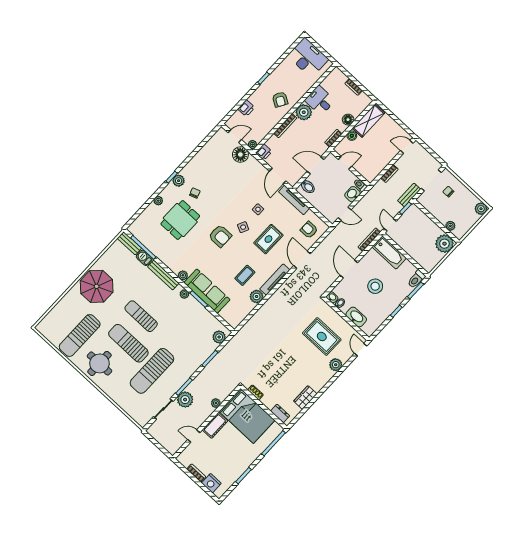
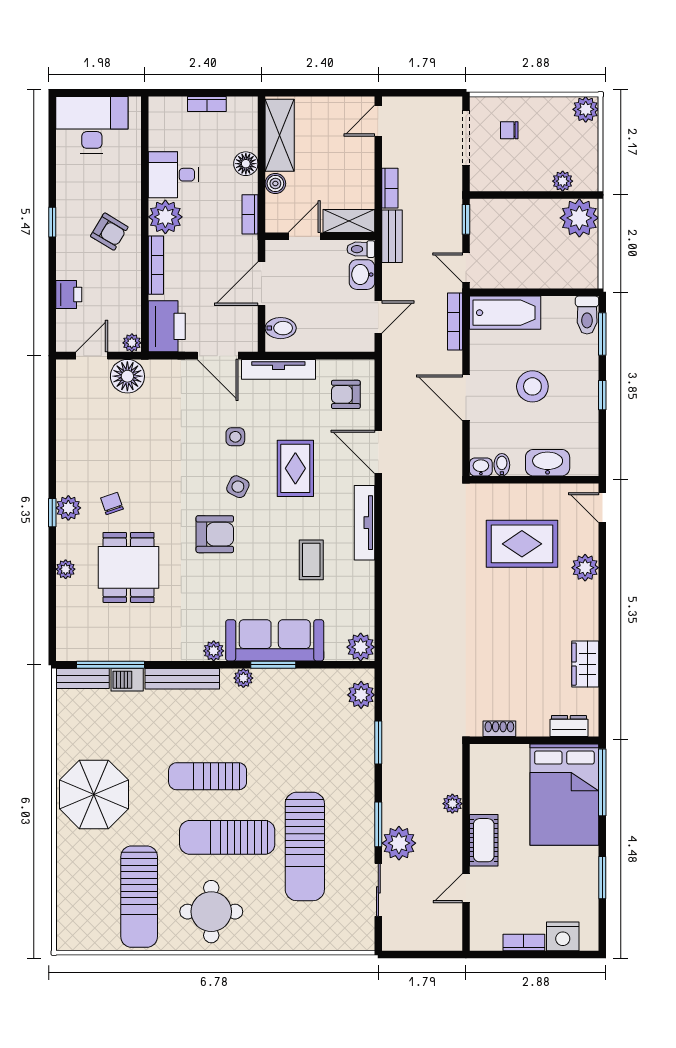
printer: (264, 152) -> (167, 326), width x1.87, depth x1.48
shelving: (365, 172) -> (349, 221), added
bench: (409, 195) -> (392, 236), moved
plant: (257, 296) -> (361, 647), moved
bed: (247, 416) -> (564, 795), moved, turned 90

